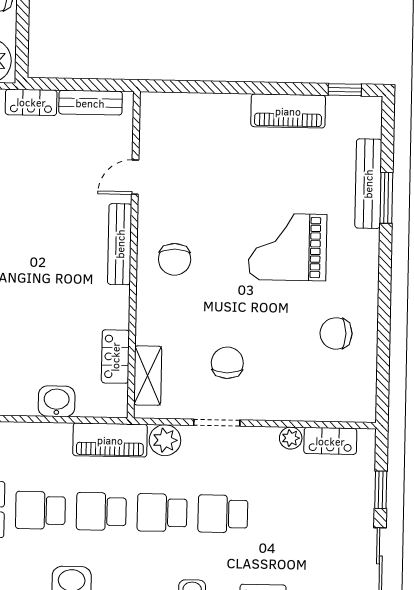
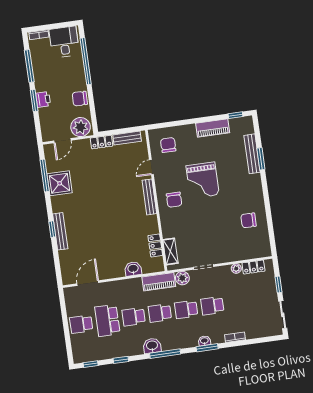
grand piano: (288, 247) -> (203, 180), moved, turned -90
chair: (227, 363) -> (168, 145), moved

